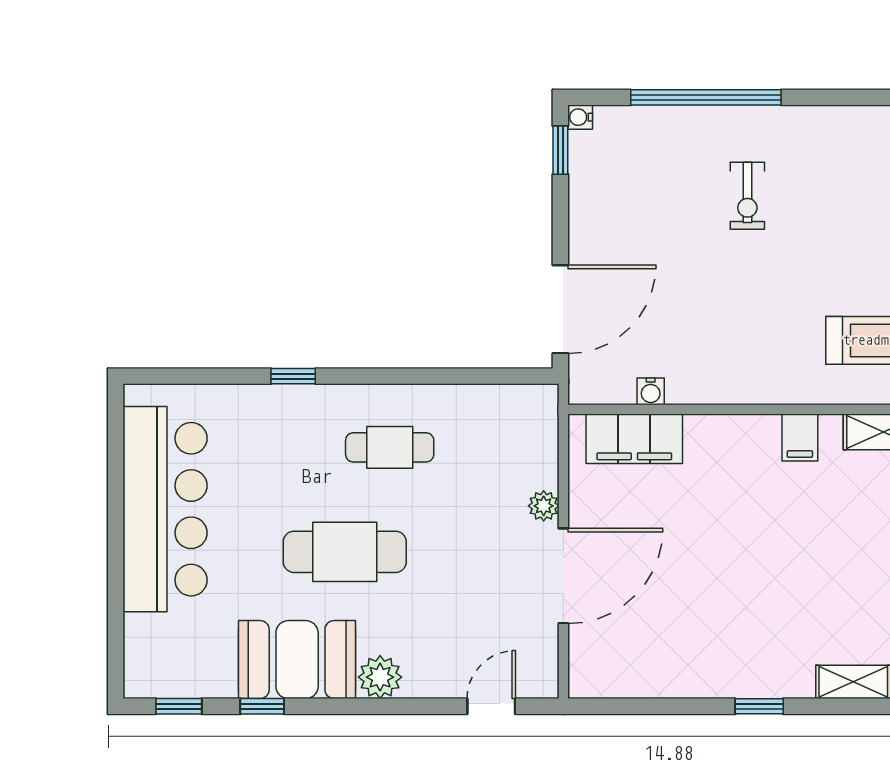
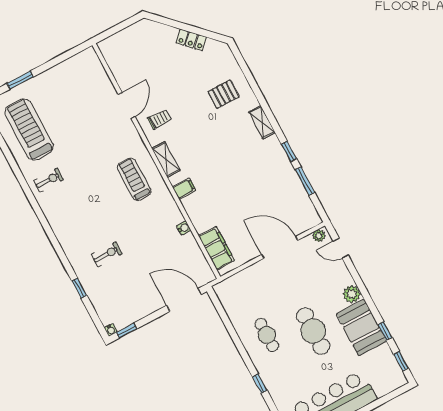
window: (706, 97) -> (79, 288), width x0.32
water cooler: (651, 391) -> (184, 228), moved
plant: (544, 506) -> (319, 236), moved
window: (677, 706) -> (305, 181), added

